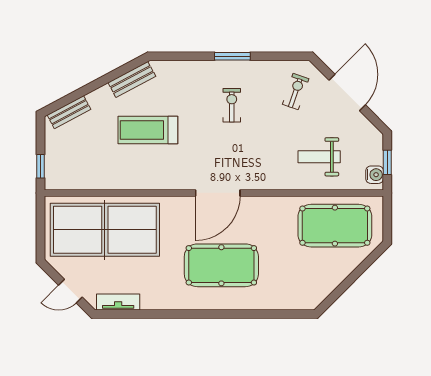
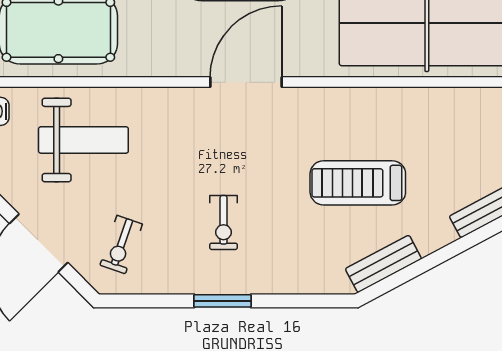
treadmill: (148, 130) -> (358, 183), turned 180
weight bench: (319, 157) -> (83, 140), width x1.36, depth x1.33

